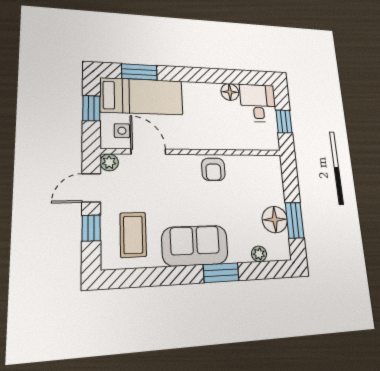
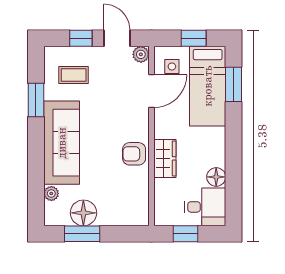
wardrobe: (216, 139) -> (165, 158), added
coffee table: (133, 235) -> (74, 75), width x0.73, depth x0.77
sofa: (195, 246) -> (62, 143), width x1.36
window: (221, 273) -> (36, 100), moved

